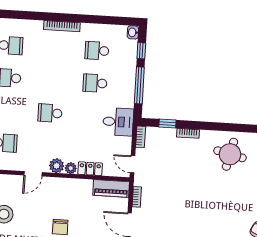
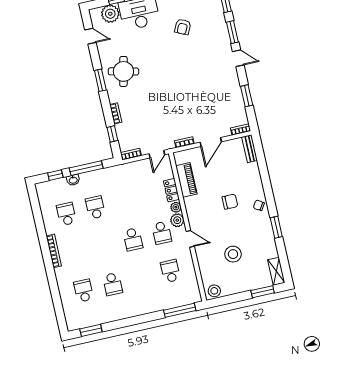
washbasin: (133, 32) -> (73, 180), moved
school desk: (97, 51) -> (66, 214), turned 180
school desk: (95, 83) -> (95, 207), turned 180
desk: (118, 122) -> (123, 178), removed
window: (228, 127) -> (100, 80), added
school desk: (48, 146) -> (162, 233), added
piano: (111, 188) -> (186, 180), moved

